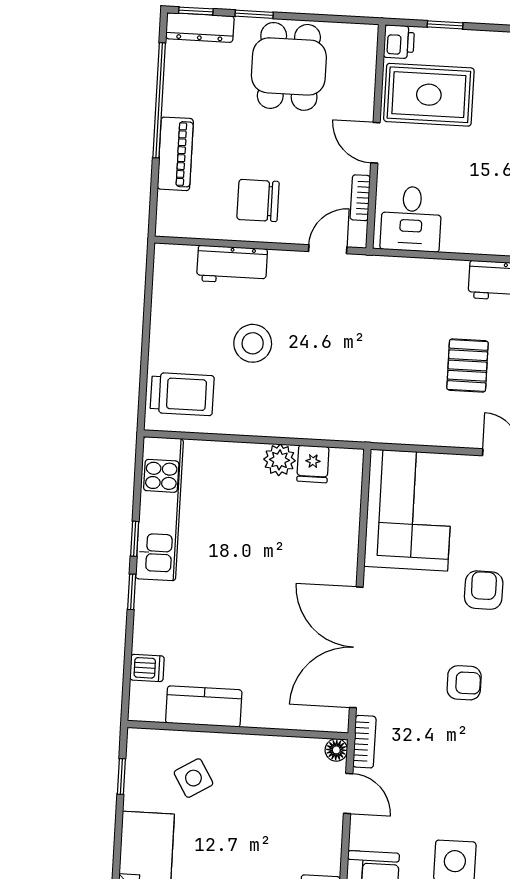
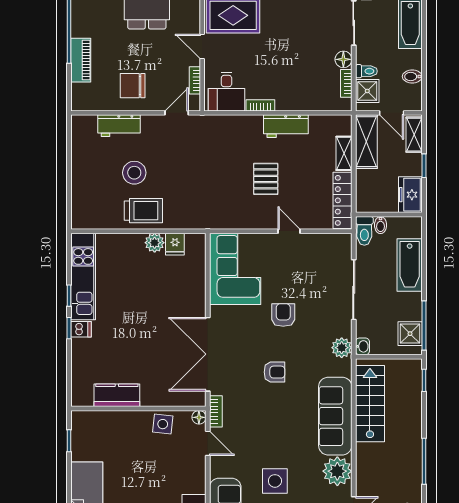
bookcase: (465, 244) -> (260, 105), added
trolley: (182, 394) -> (143, 211), moved
dishwasher: (147, 668) -> (81, 329), moved
side table: (193, 778) -> (163, 424), moved, turned 37

